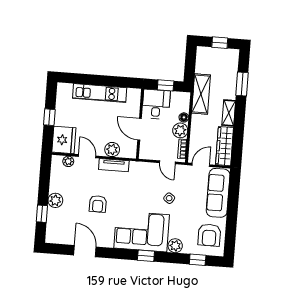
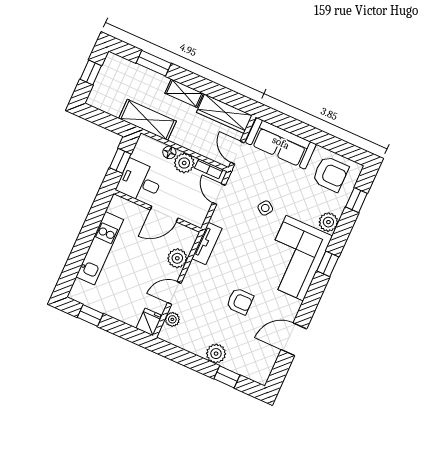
window: (49, 117) -> (90, 315), moved
fridge: (64, 140) -> (149, 322), width x0.53, depth x0.75
door: (167, 162) -> (219, 194), swing flipped
tv unit: (114, 165) -> (207, 243), moved

